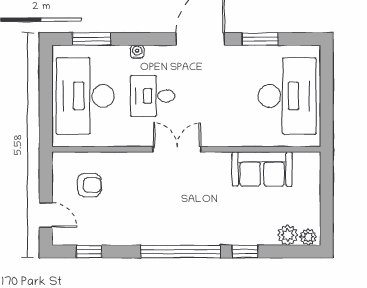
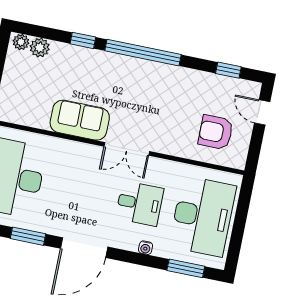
sofa: (262, 169) -> (80, 120), moved
armchair: (89, 185) -> (216, 132), width x1.38, depth x1.38

